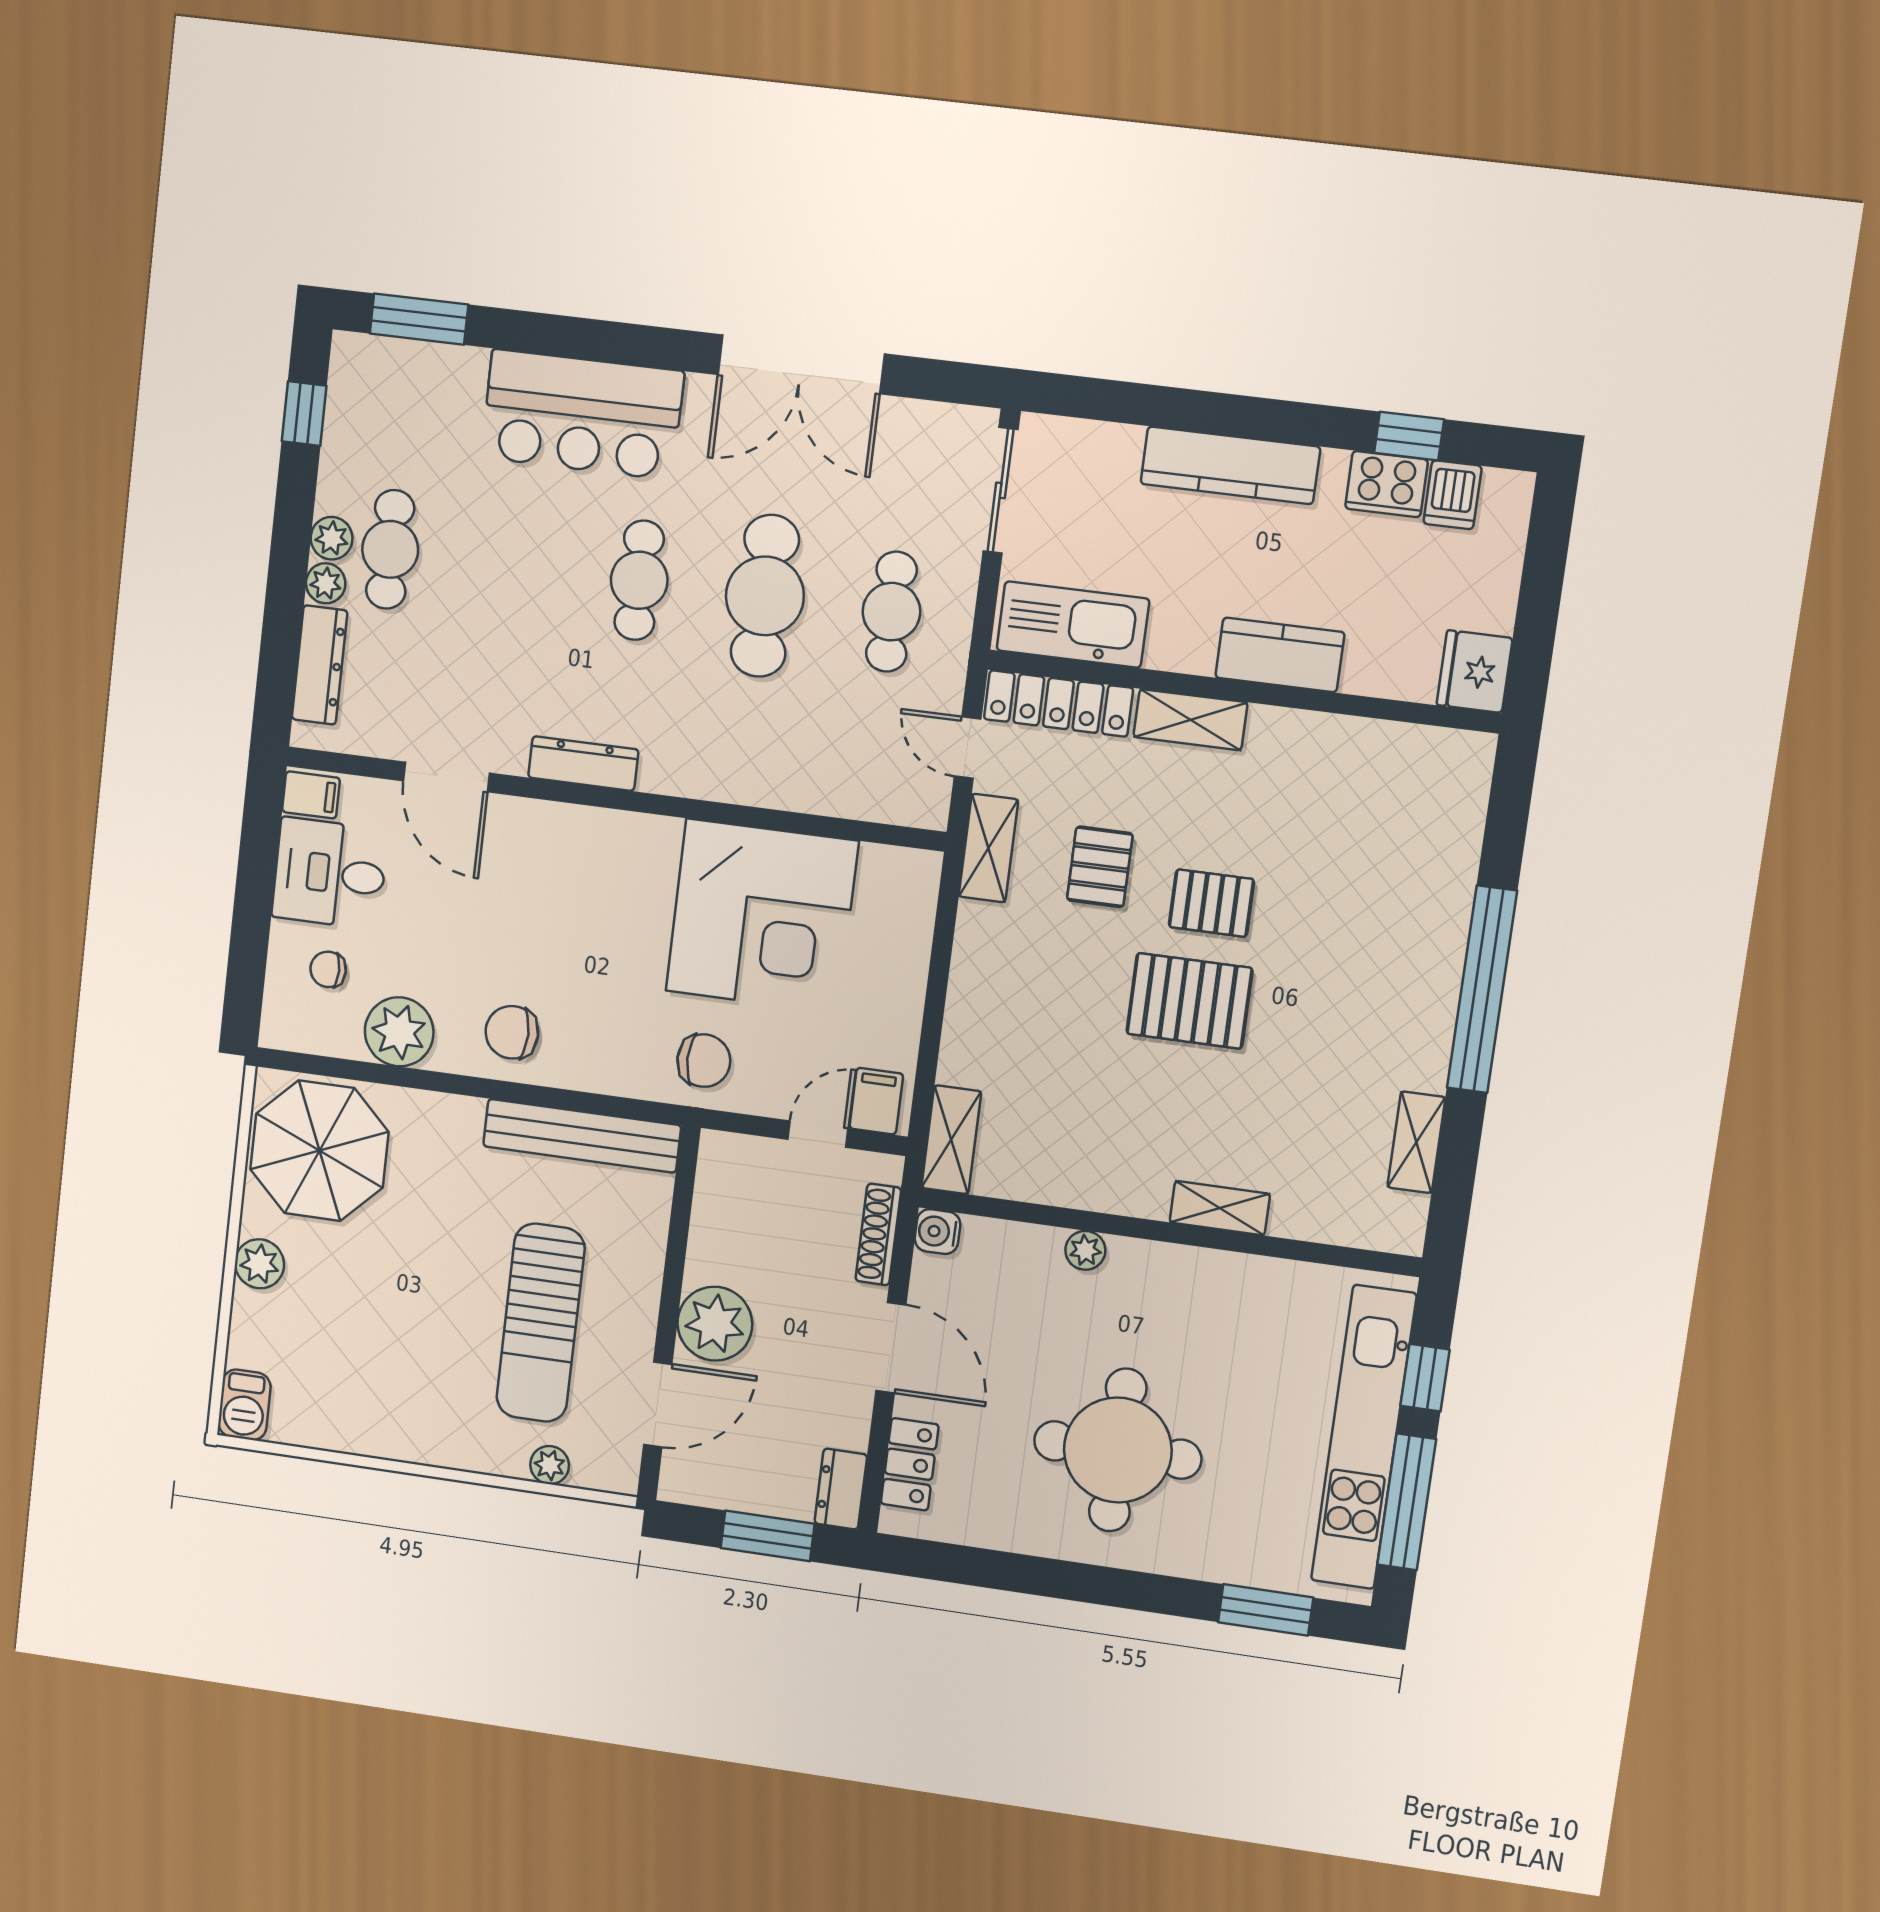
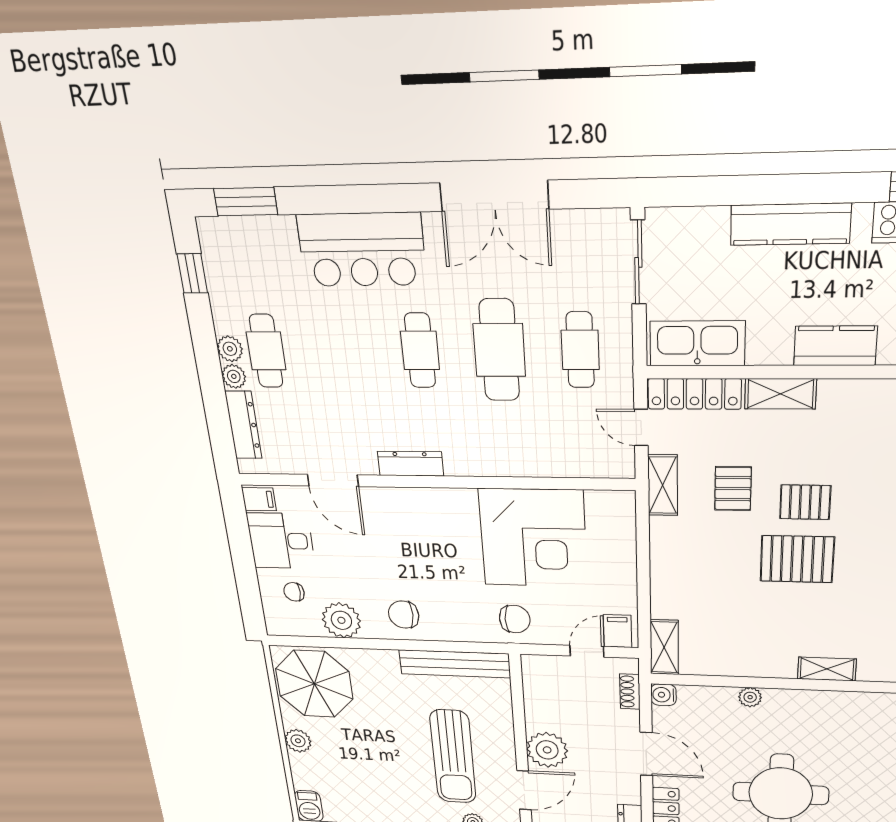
shoe rack: (878, 1234) -> (630, 692), width x0.70

